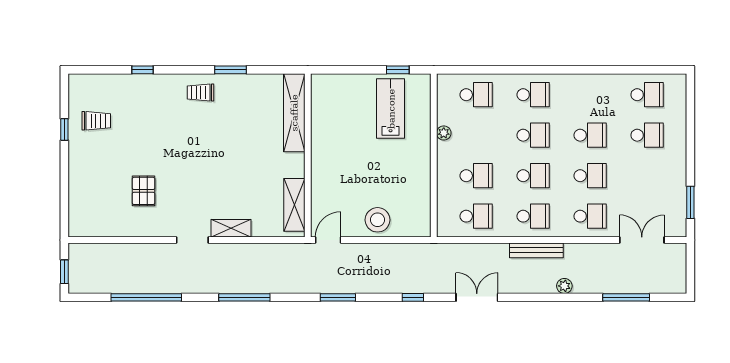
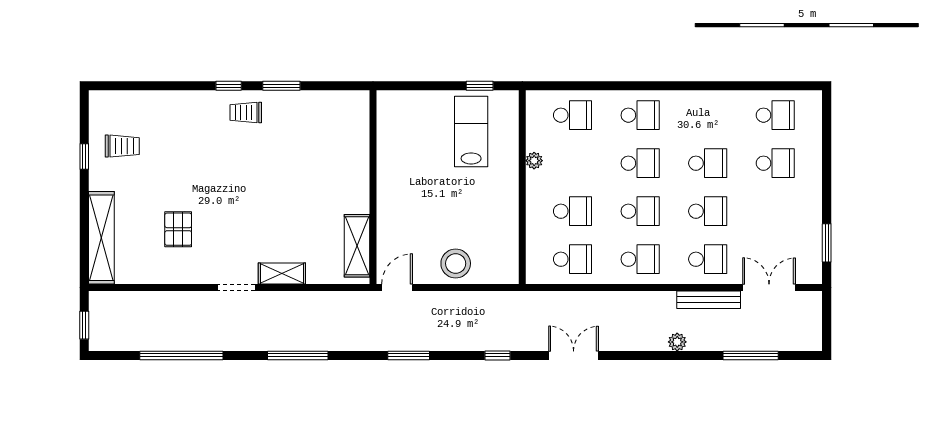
window: (142, 70) -> (229, 86), moved
shelving: (294, 113) -> (101, 238), moved
bench: (536, 250) -> (709, 300), moved

